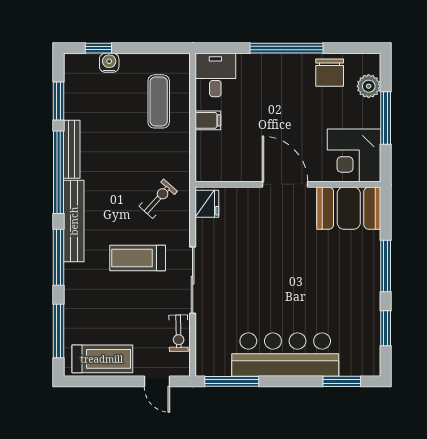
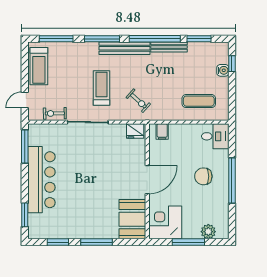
chair: (330, 73) -> (203, 176), moved
filing cabinet: (208, 120) -> (162, 132), moved

